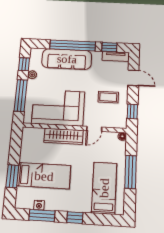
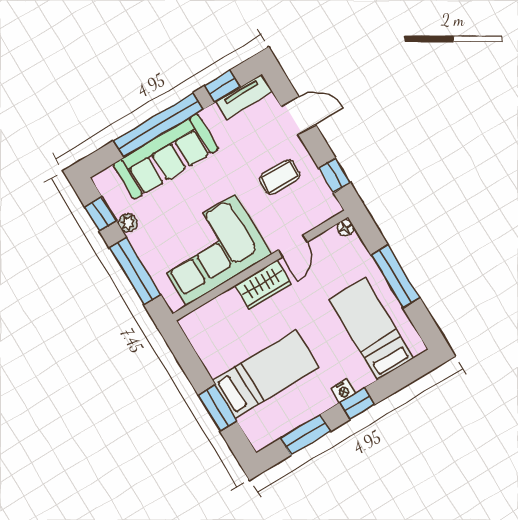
wardrobe: (63, 136) -> (263, 285), width x0.67
nightstand: (39, 205) -> (343, 391), moved

